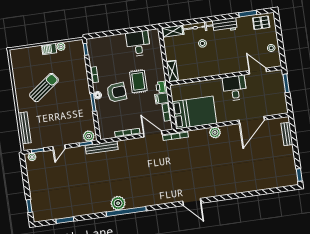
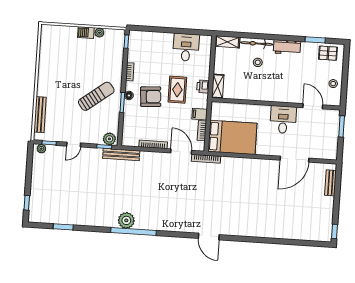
printer: (162, 87) -> (203, 87), moved
sun lounger: (44, 88) -> (96, 96), moved
plant: (215, 132) -> (251, 164), removed

